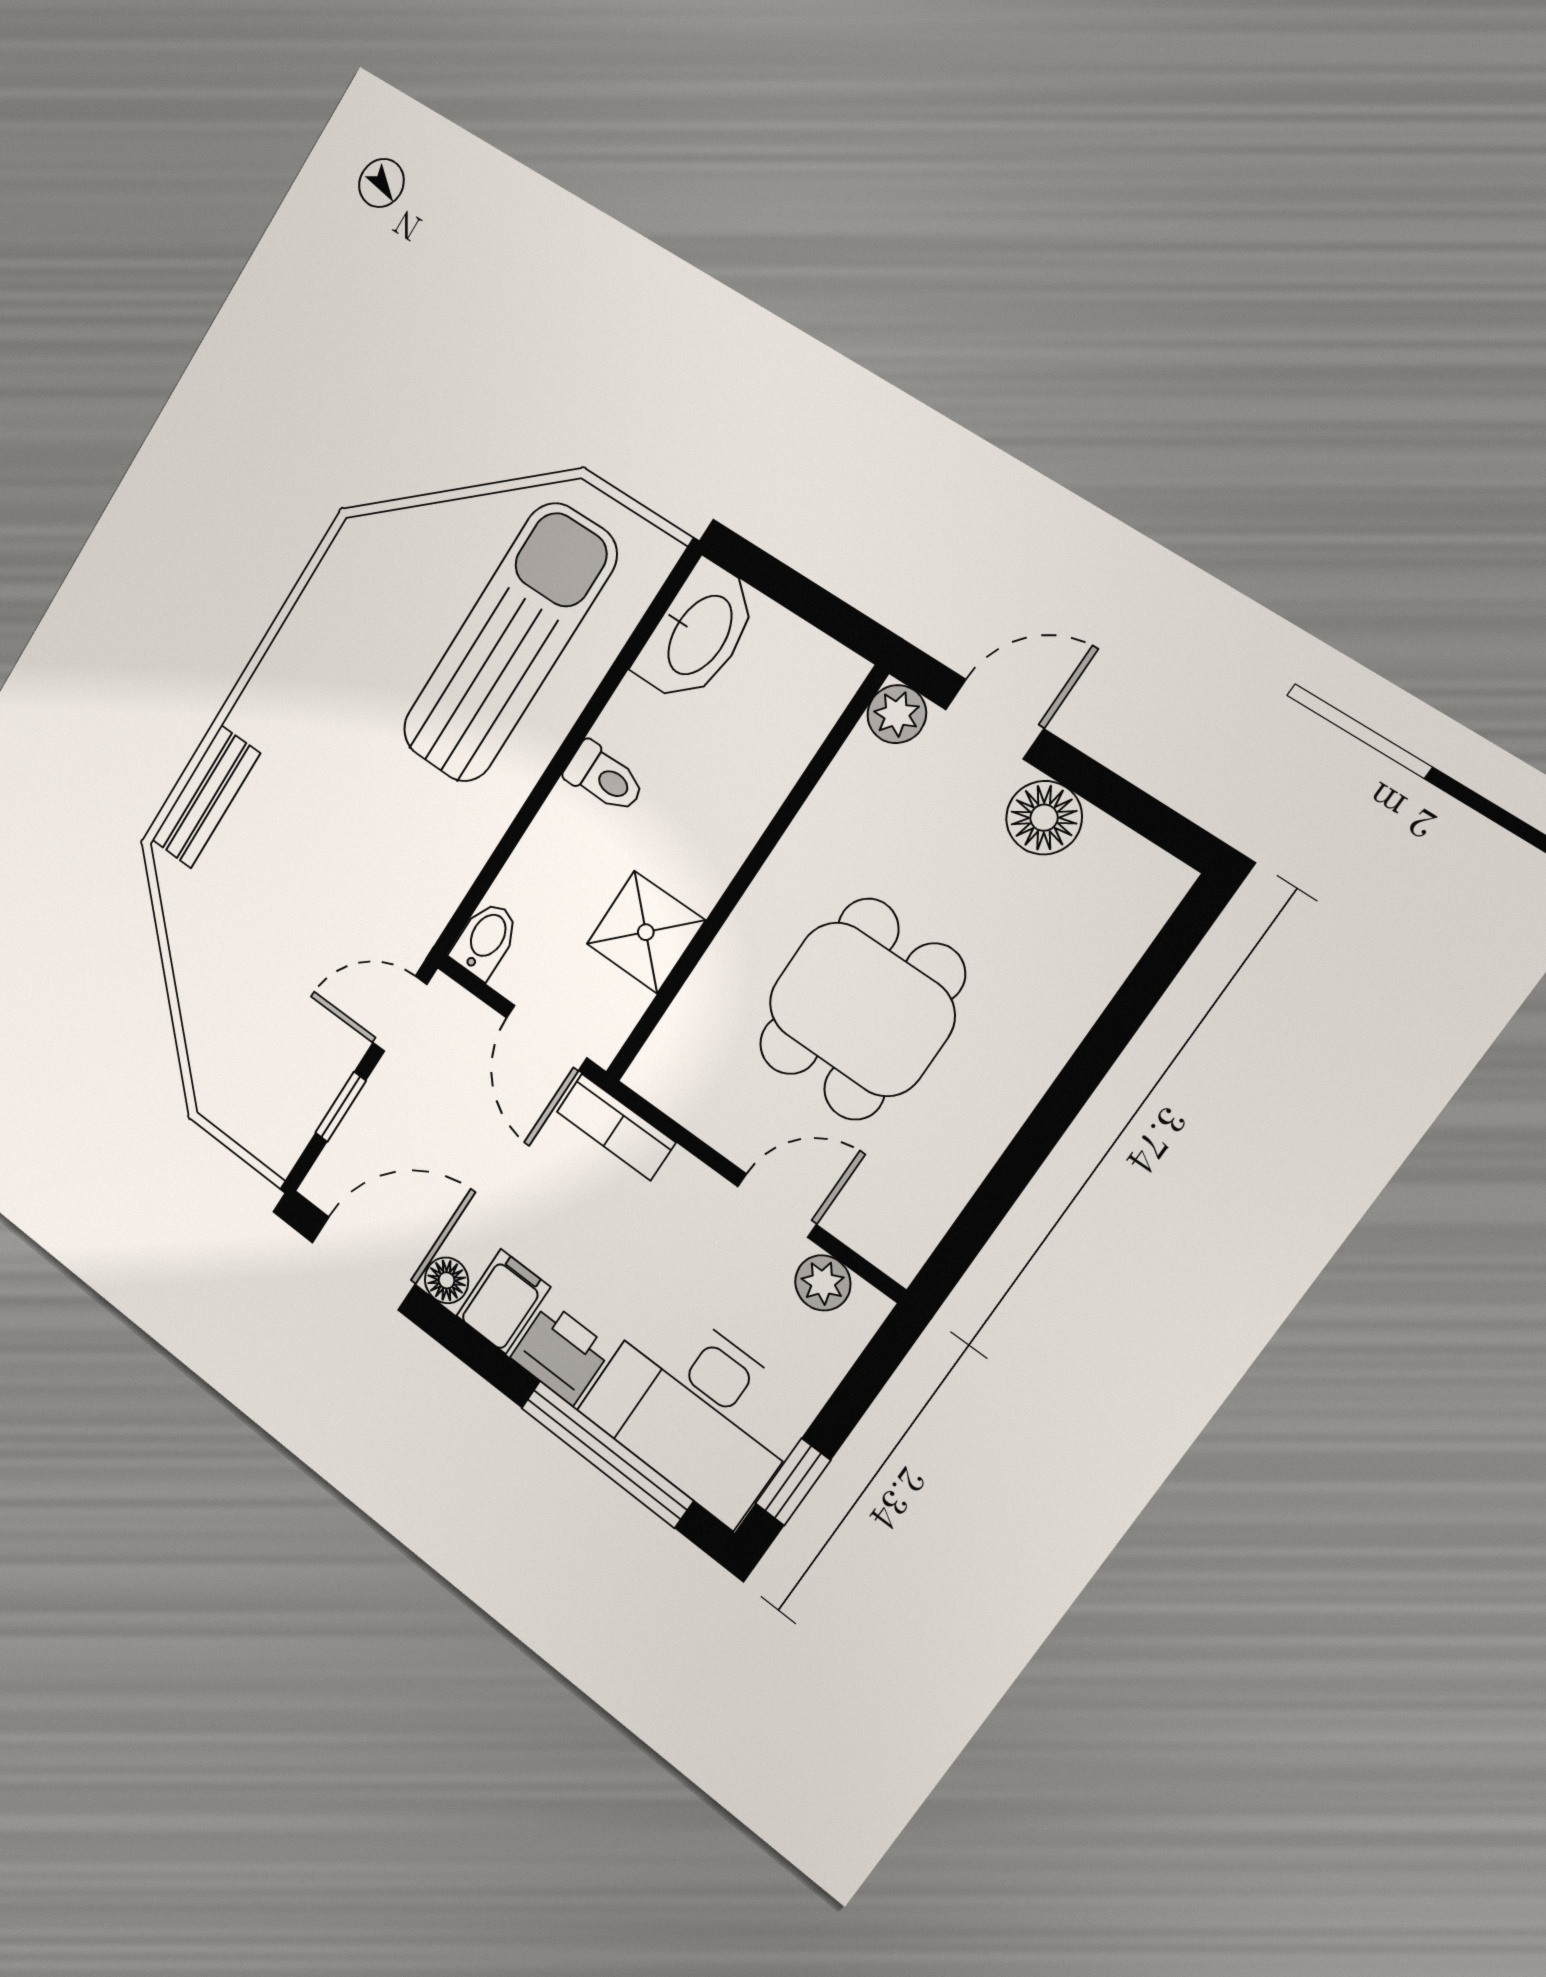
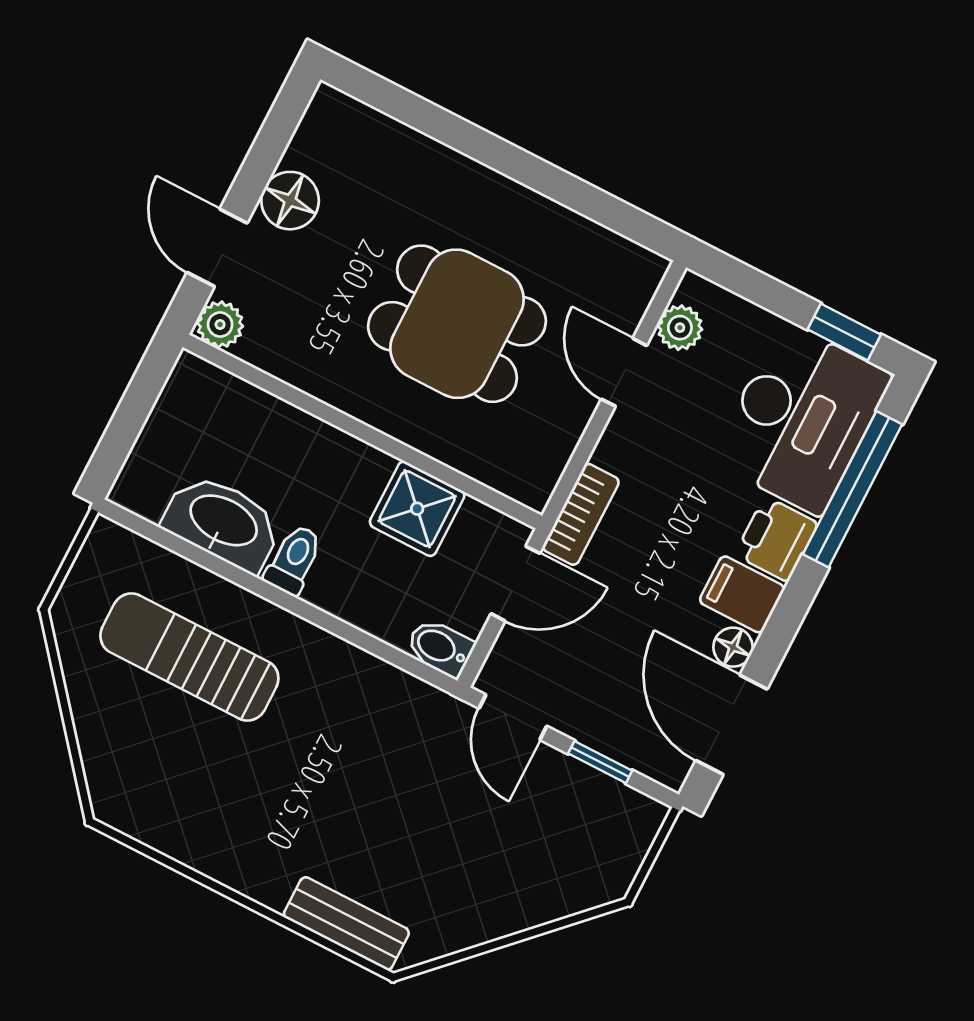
washbasin: (698, 634) -> (223, 522), moved
sun lounger: (509, 643) -> (189, 657), width x0.73, depth x0.75

